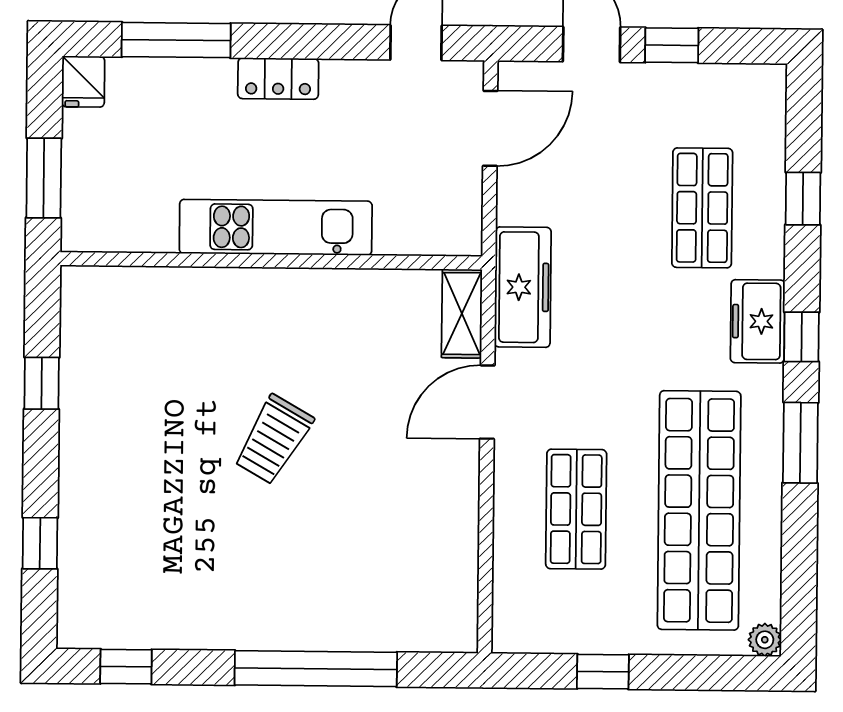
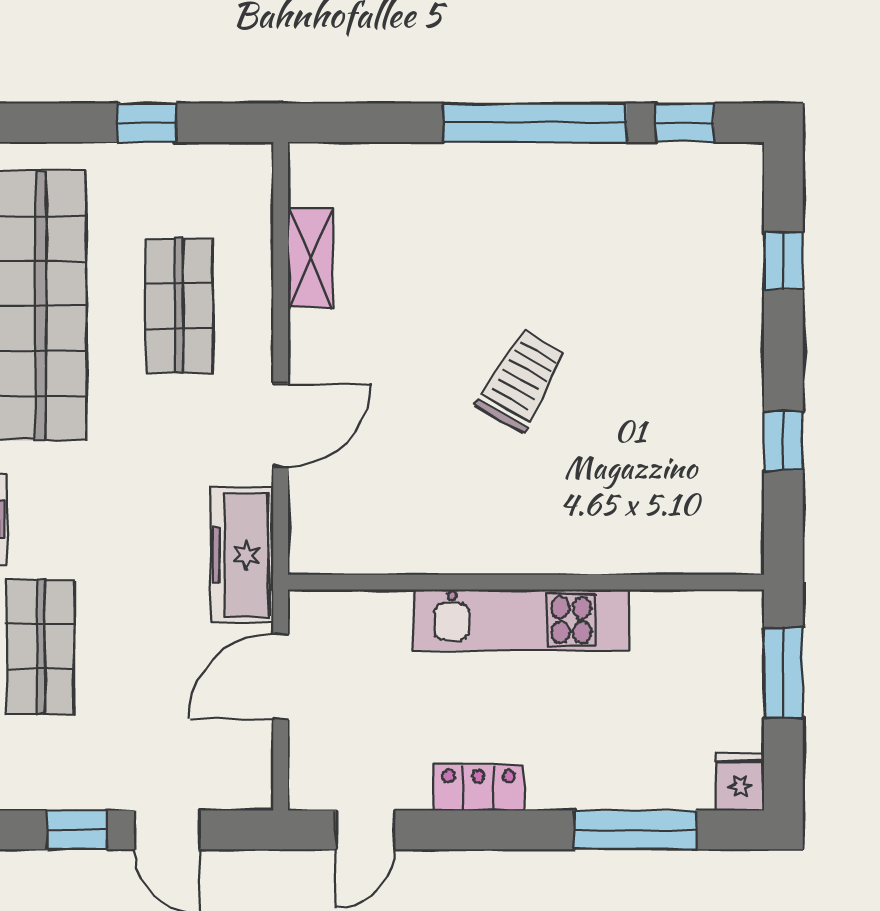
locker: (278, 79) -> (479, 788), moved
door: (490, 128) -> (281, 676), moved
shelving: (462, 314) -> (310, 258), moved
window: (316, 669) -> (535, 123), moved

